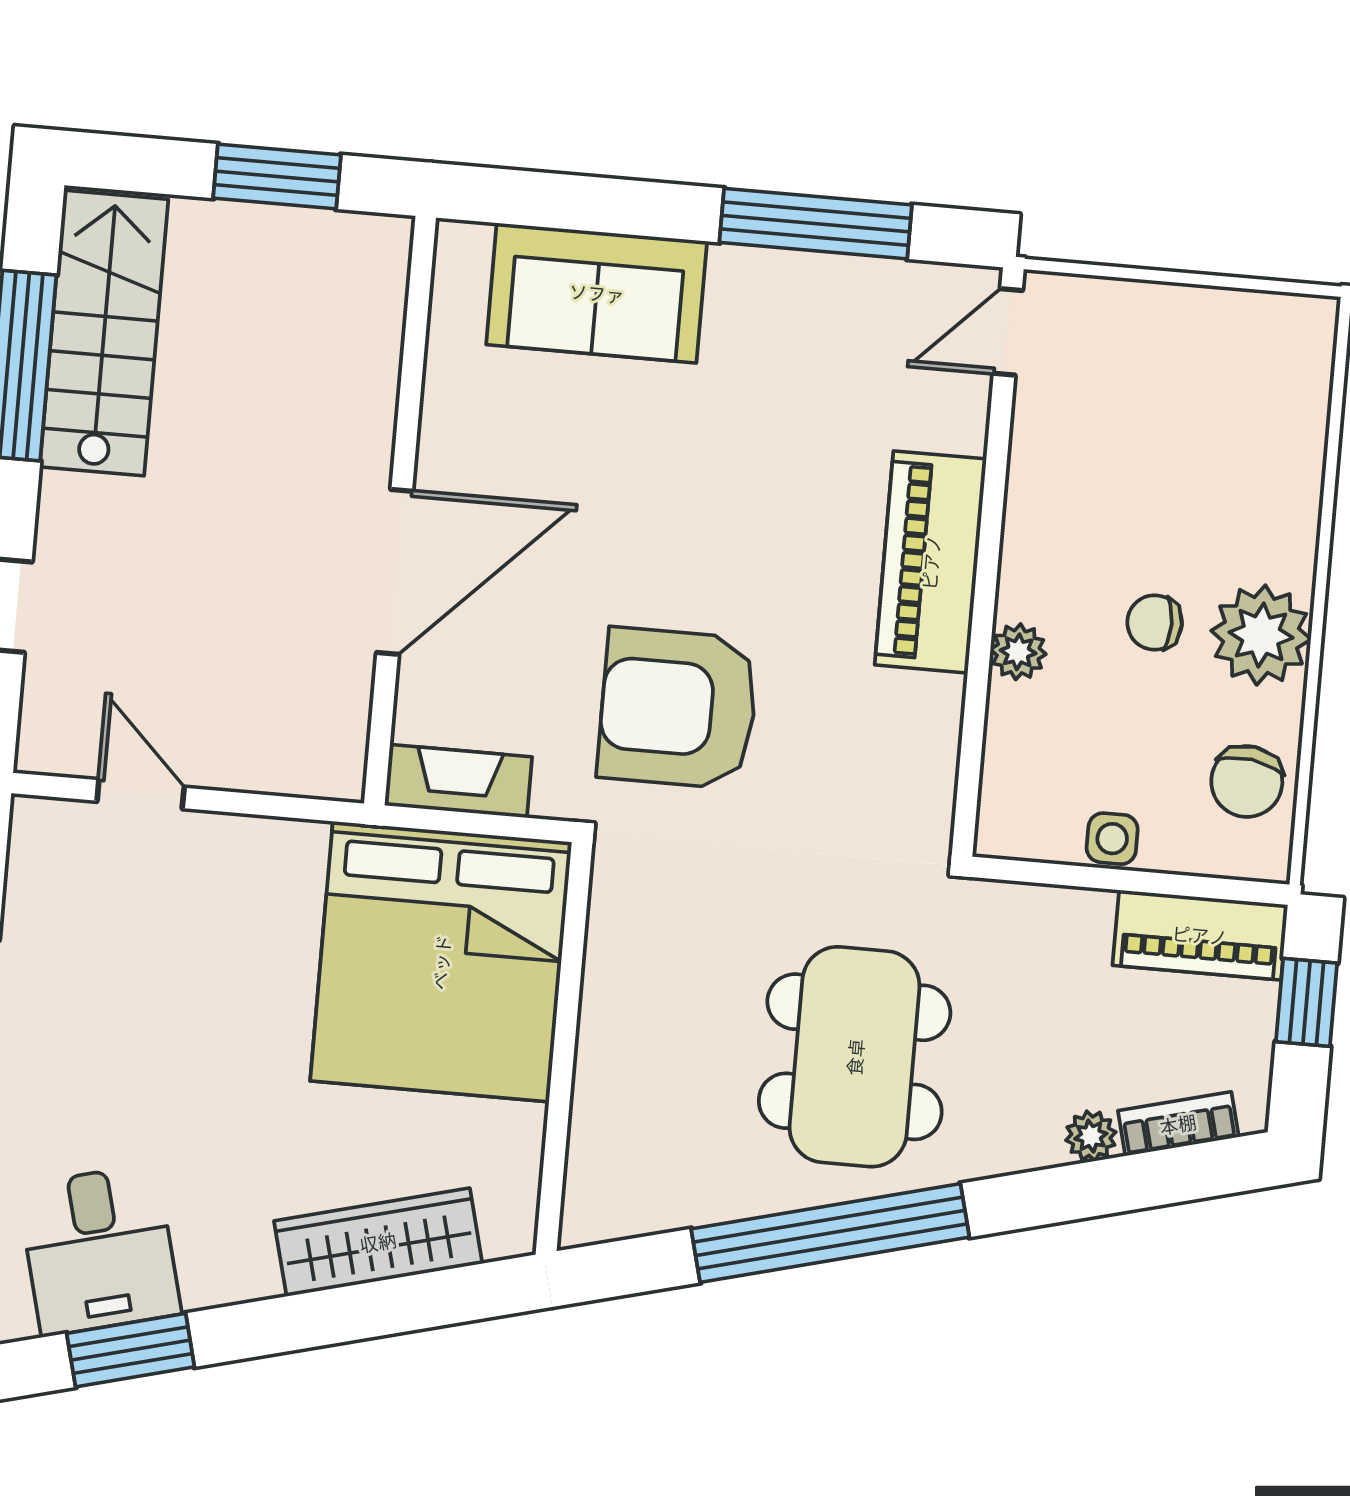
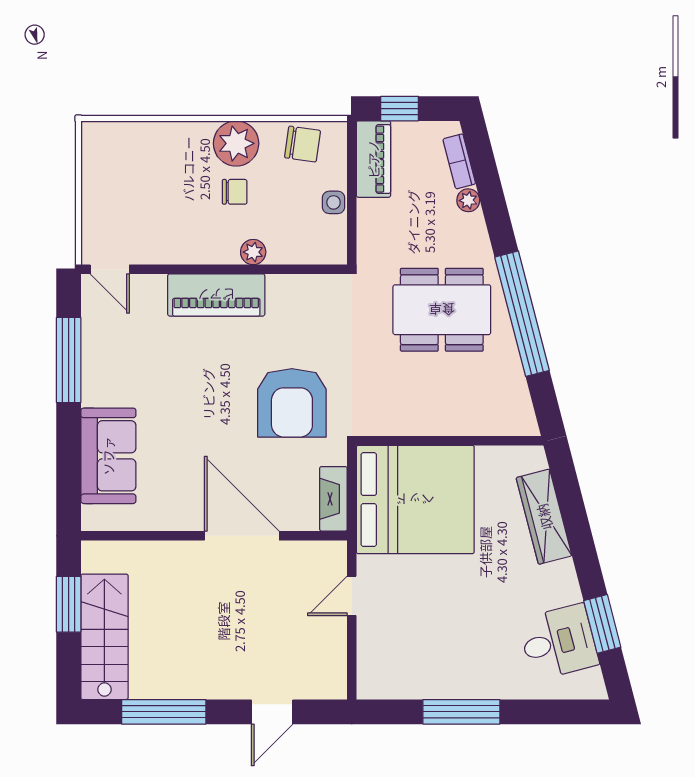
stairs: (104, 333) -> (104, 637), moved, turned 90
chair: (1155, 622) -> (235, 192), turned -90
door: (141, 794) -> (352, 596), moved

